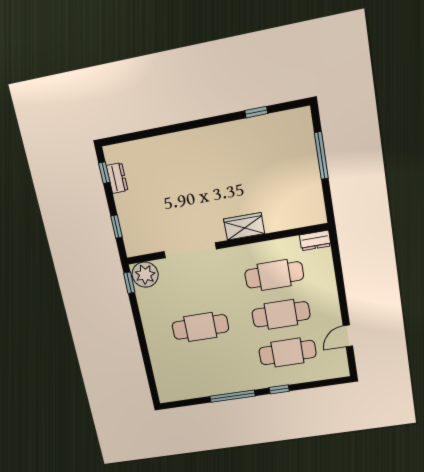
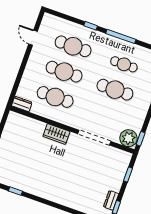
door: (348, 336) -> (33, 38), swing flipped
cafe table: (208, 364) -> (124, 64), added

